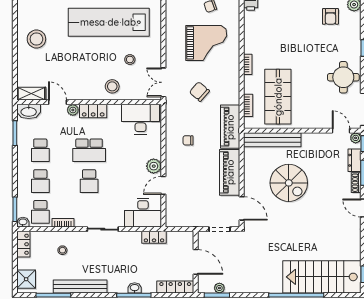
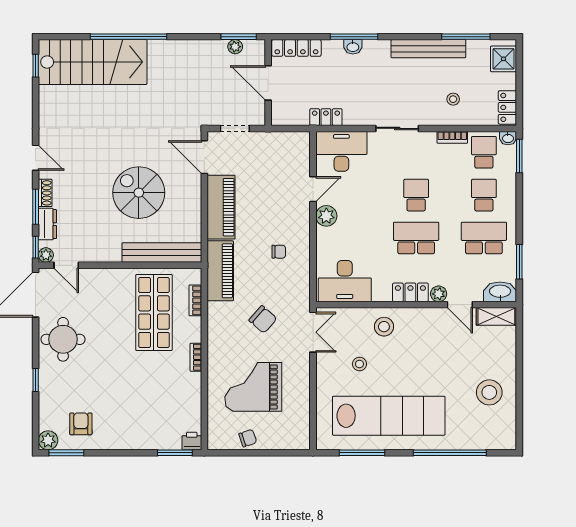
school desk: (40, 150) -> (484, 238), width x1.85

